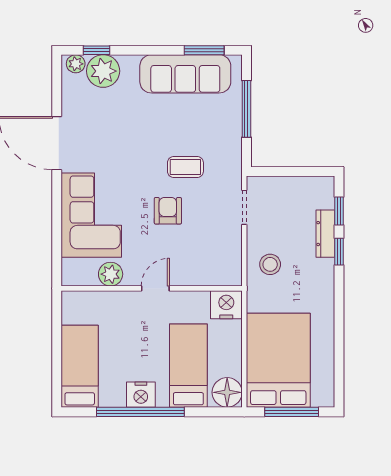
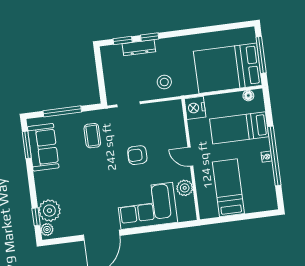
sofa: (185, 74) -> (43, 147), width x0.73
coffee table: (185, 167) -> (92, 136), moved
bed: (80, 366) -> (228, 188), moved, turned 90
floor lamp: (227, 392) -> (248, 96), width x0.53, depth x0.53
nightstand: (141, 395) -> (266, 157), width x0.53, depth x0.56

